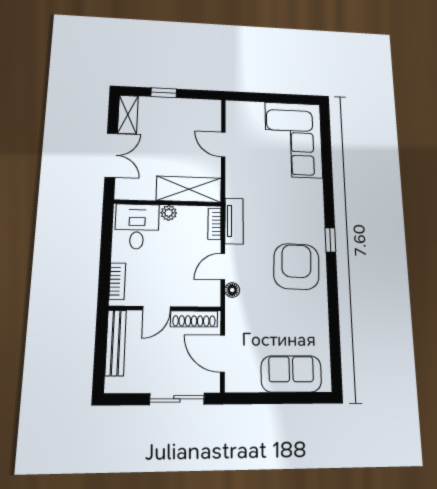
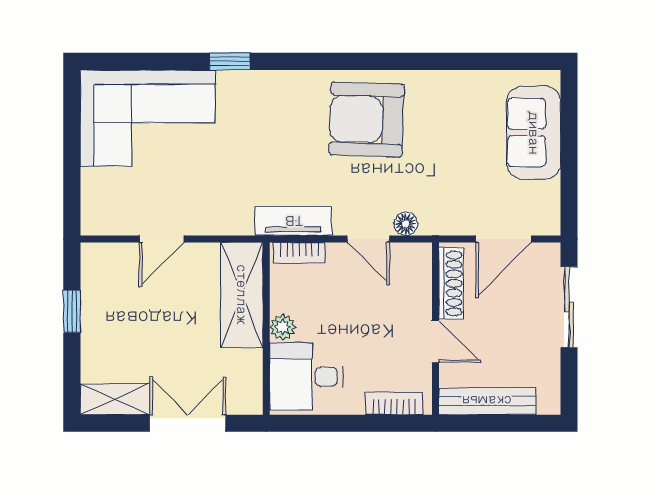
window: (164, 93) -> (72, 312), moved
window: (330, 240) -> (230, 61), moved

